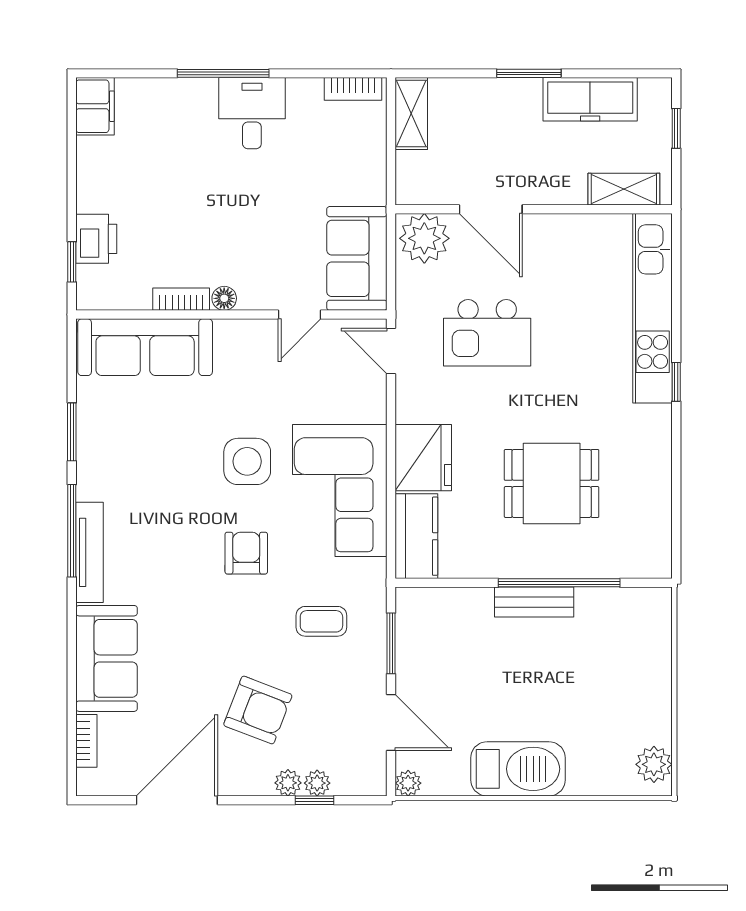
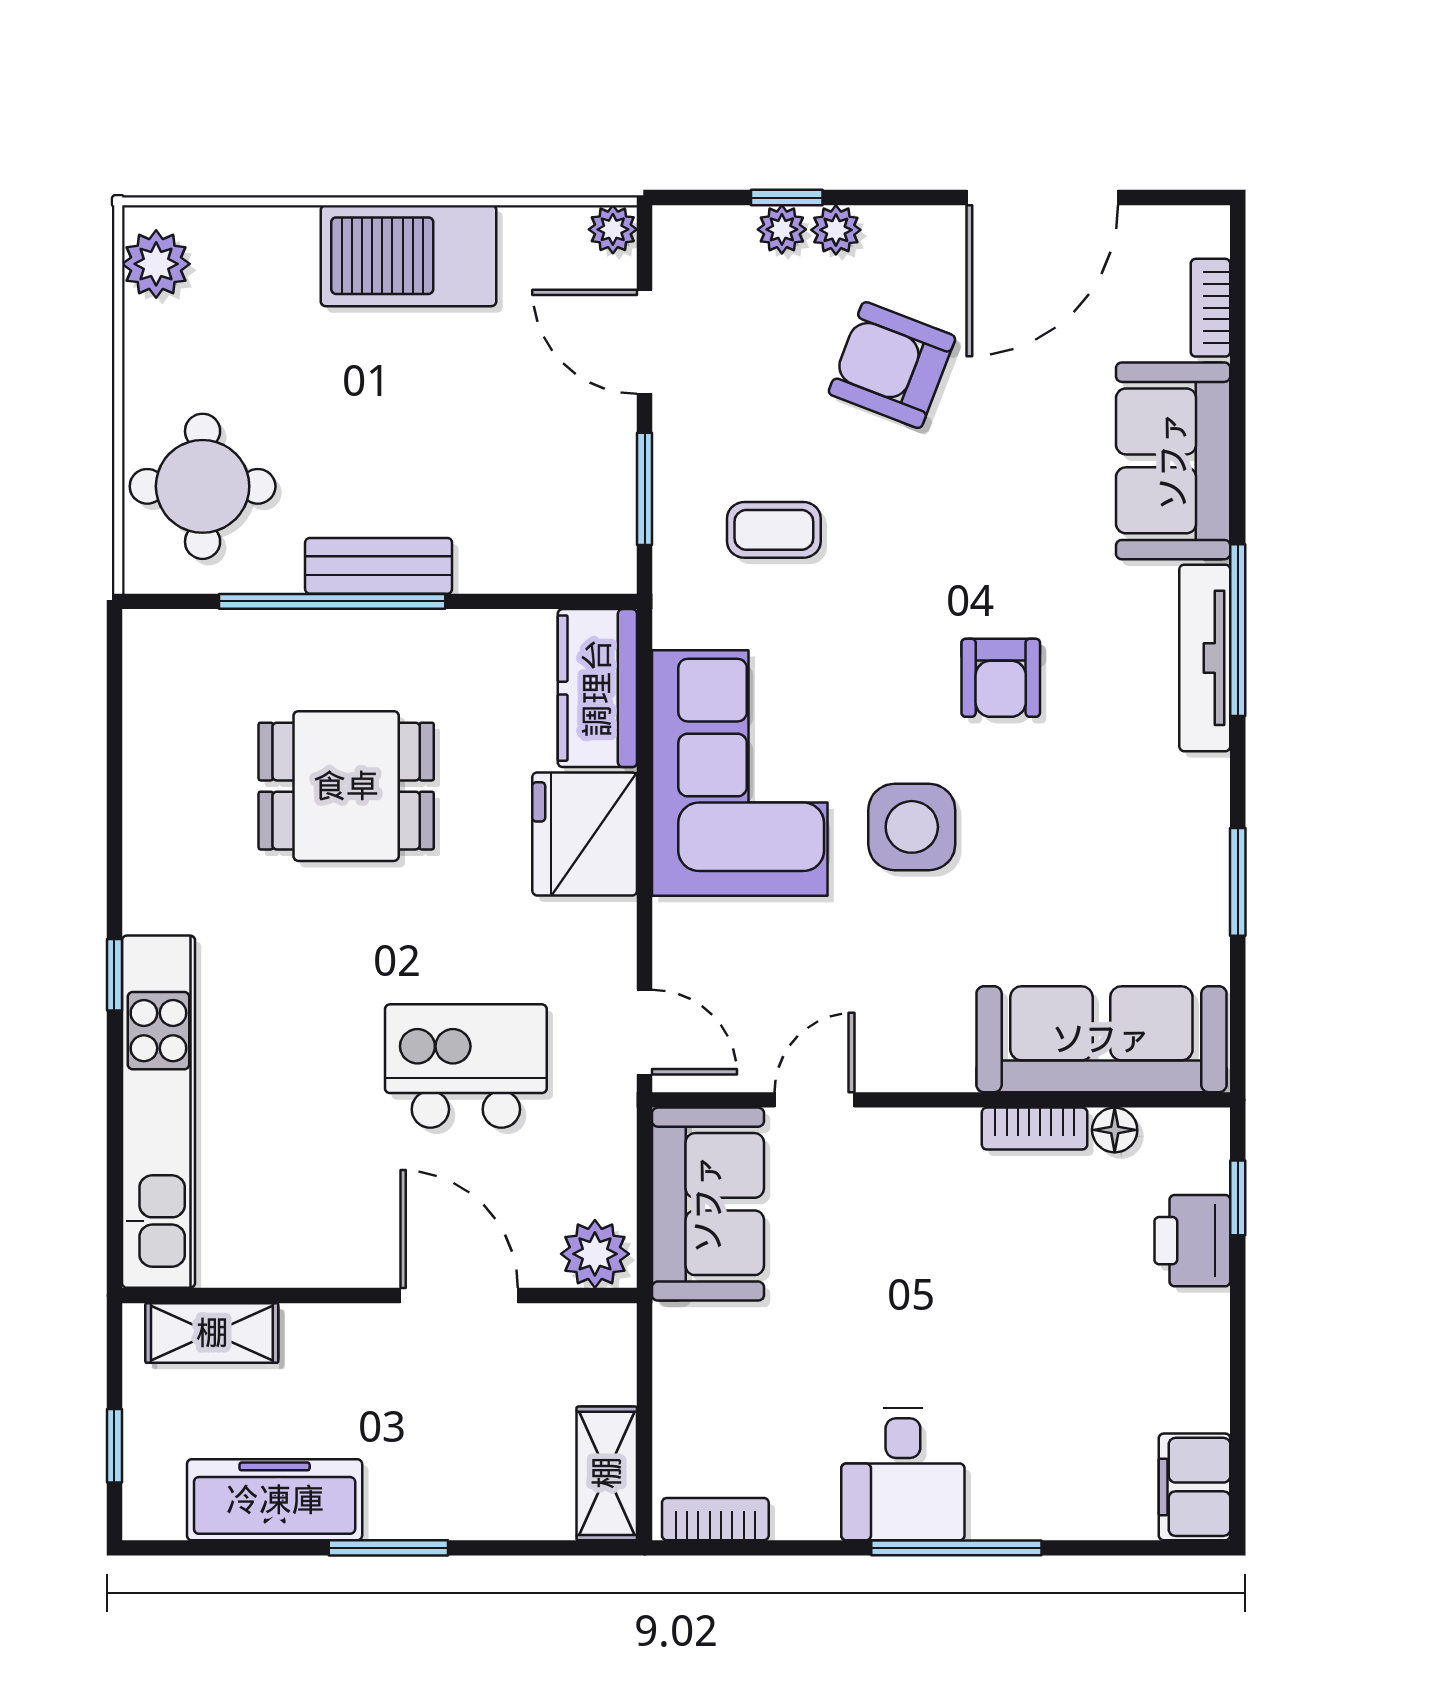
plant: (424, 238) -> (595, 1254), width x0.73, depth x0.73
floor lamp: (224, 298) -> (1115, 1130), moved
window: (72, 531) -> (1238, 630), moved
armchair: (246, 553) -> (1001, 678), moved
round table: (629, 645) -> (203, 486), added

